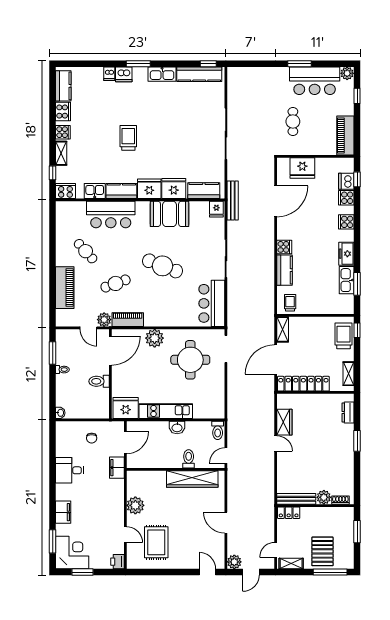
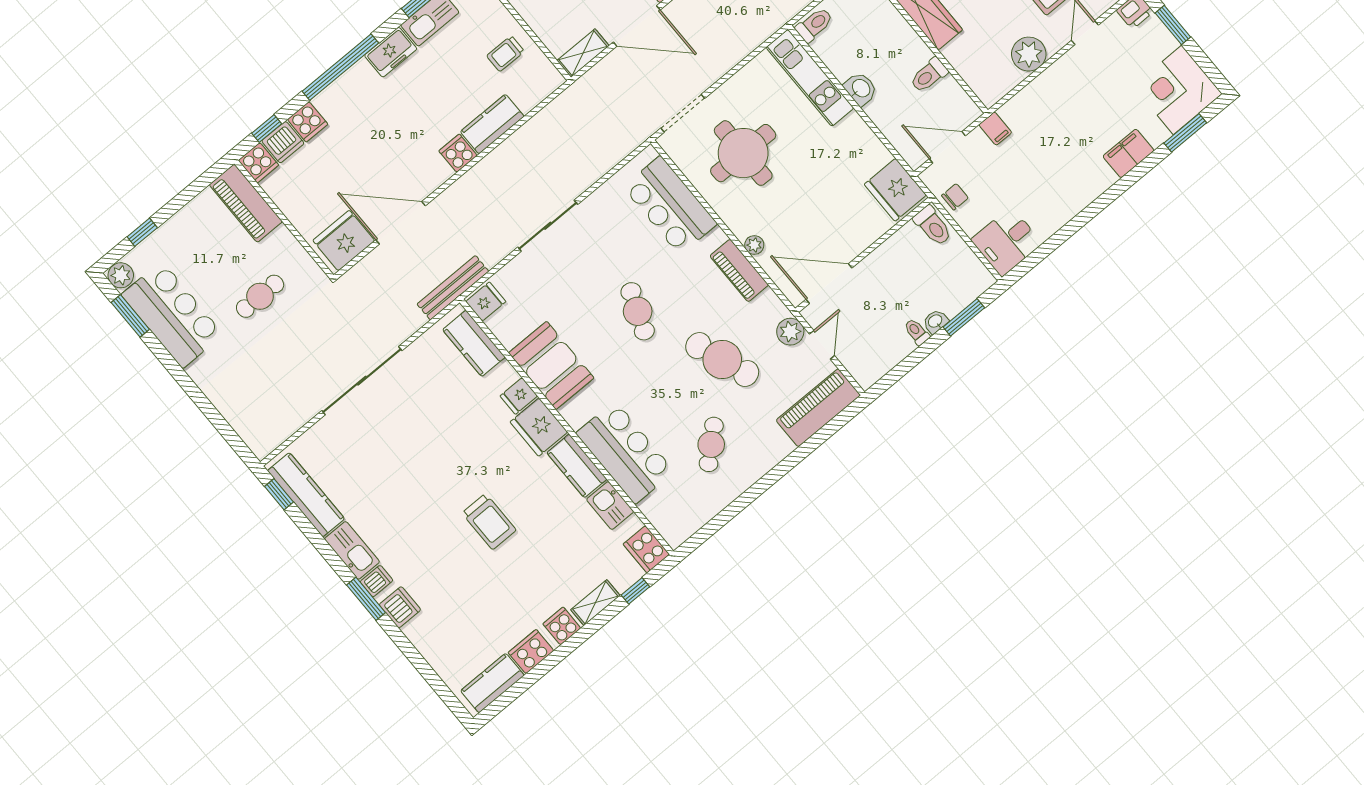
window: (300, 64) -> (130, 316), moved
dishwasher: (109, 74) -> (376, 581), moved
piano: (345, 135) -> (246, 203), moved, turned 90
trolley: (128, 138) -> (489, 522), turned -90
fridge: (302, 168) -> (344, 241), moved, turned -90
fridge: (174, 188) -> (519, 396), width x0.53, depth x0.75
cooker: (346, 222) -> (258, 163), moved
window: (357, 229) -> (340, 67), added
cafe table: (162, 266) -> (638, 311), width x0.73, depth x0.74
cafe table: (116, 283) -> (722, 360), width x1.37, depth x1.35
piano: (65, 288) -> (818, 408), moved
bar counter: (212, 303) -> (670, 205), moved, turned 90
trolley: (290, 303) -> (506, 54), moved
piano: (128, 320) -> (739, 270), moved
plant: (155, 338) -> (754, 245), width x0.53, depth x0.53
window: (53, 353) -> (964, 317), moved
toilet: (99, 381) -> (933, 226), moved
kitchen unit: (166, 411) -> (810, 78), moved
washbasin: (60, 413) -> (935, 321), moved
chair: (92, 438) -> (955, 197), moved
toilet: (189, 459) -> (929, 75), moved
filing cabinet: (117, 468) -> (995, 129), width x0.50
desk: (70, 470) -> (1006, 242), moved, turned 90
window: (82, 572) -> (1173, 25), moved

